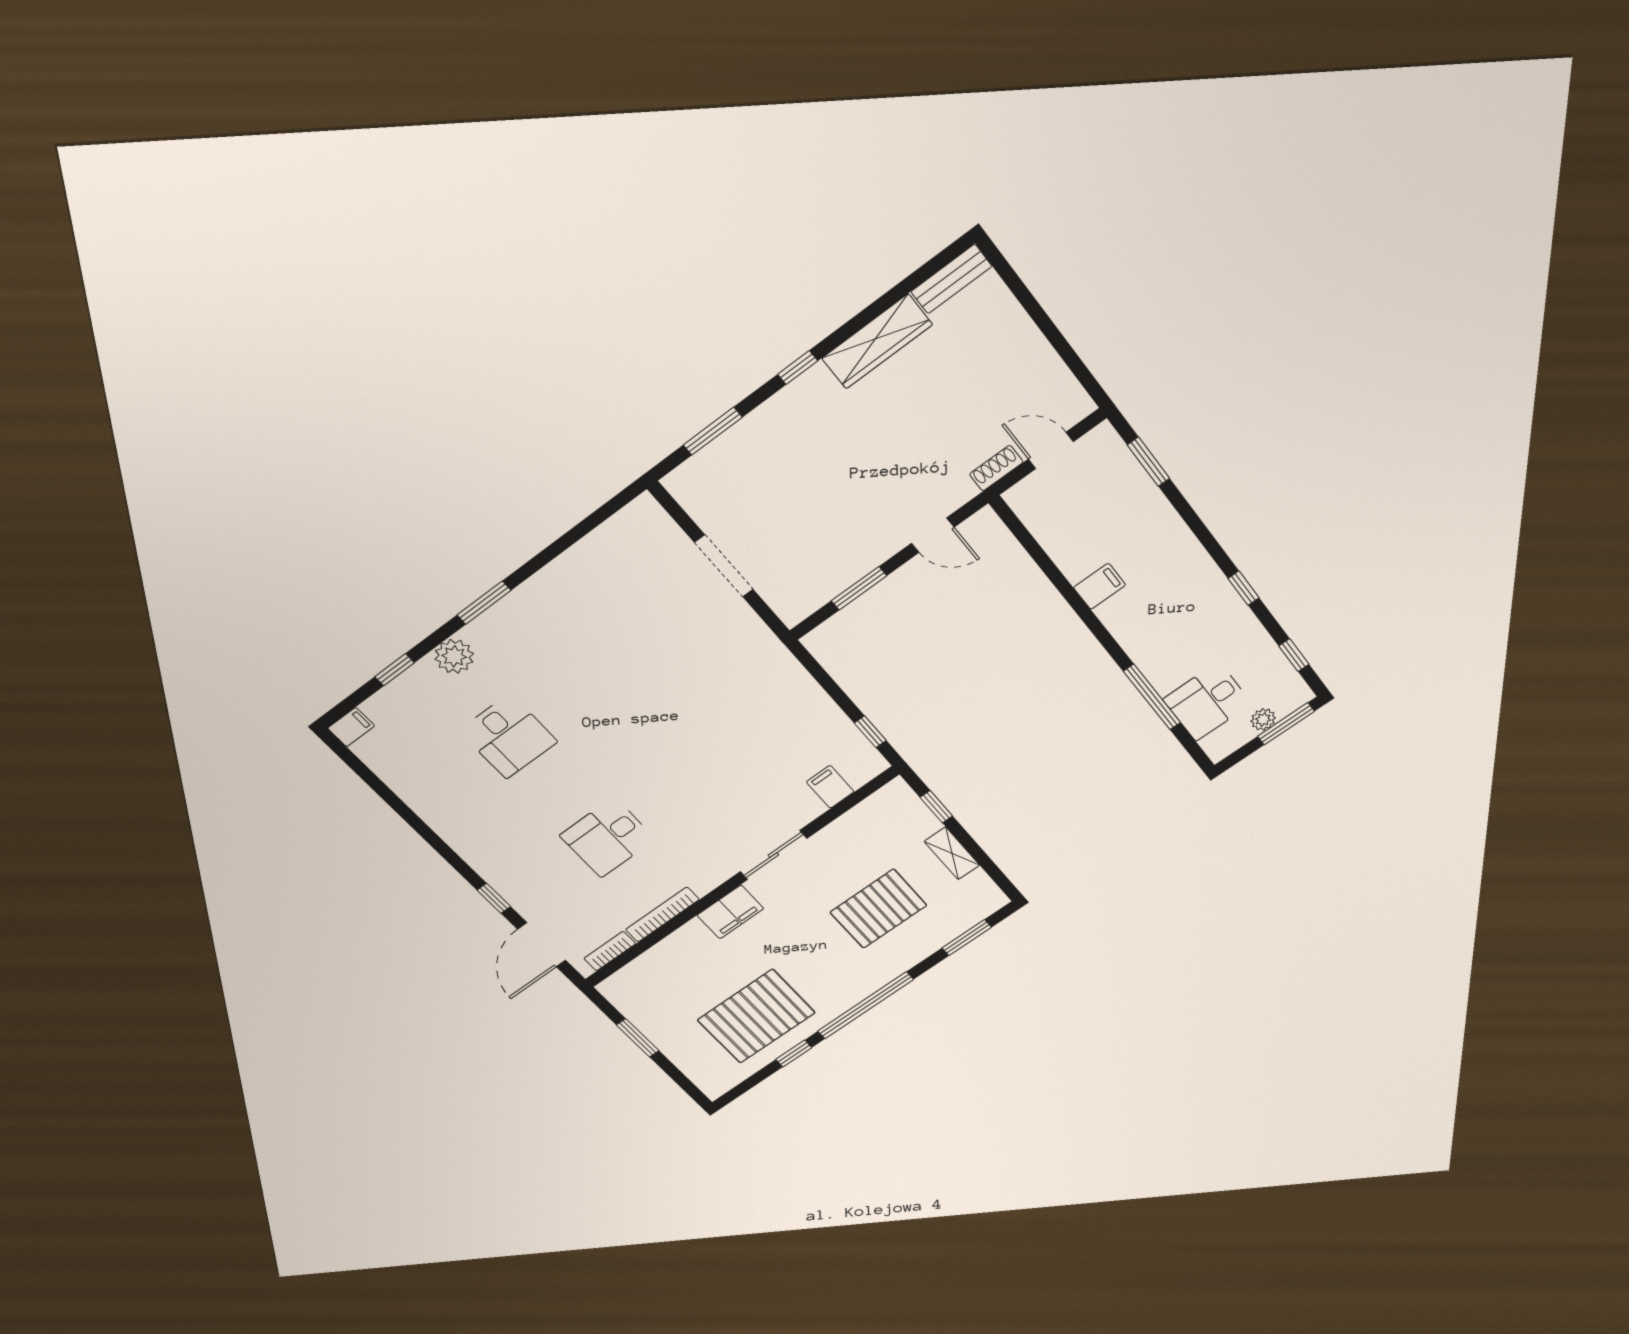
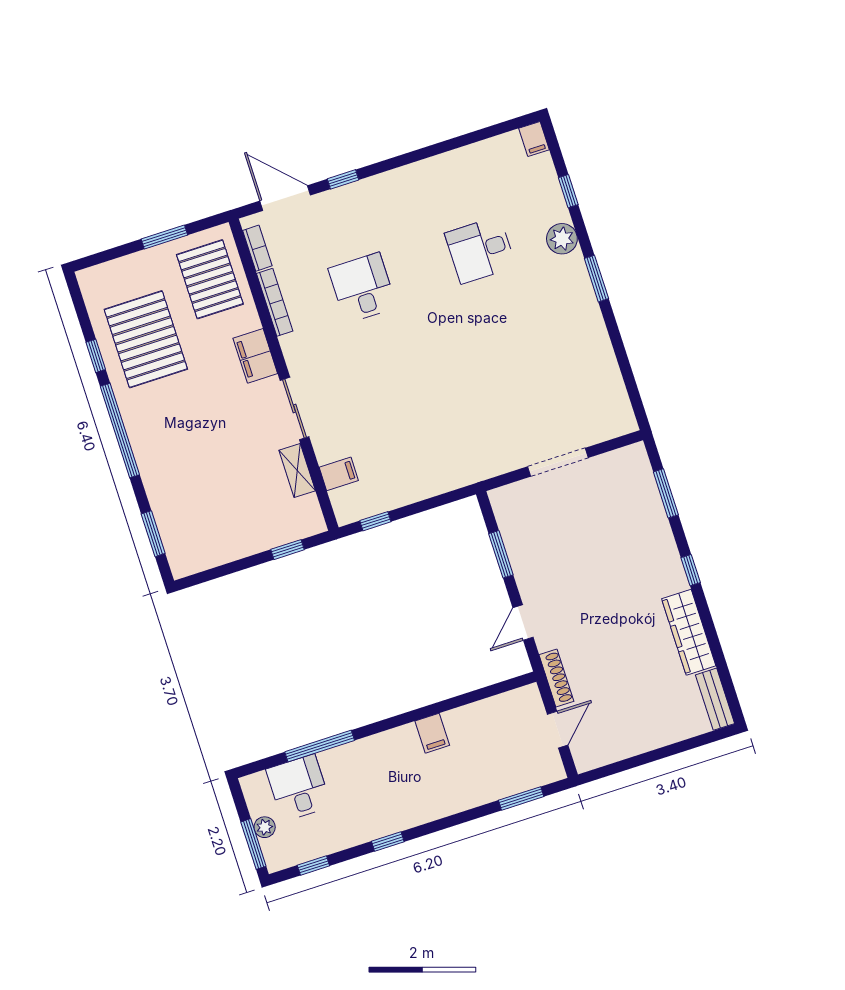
shoe rack: (996, 468) -> (556, 678), width x1.43
shelving: (952, 853) -> (297, 470), moved, turned 90
pallet: (878, 909) -> (210, 279), moved

